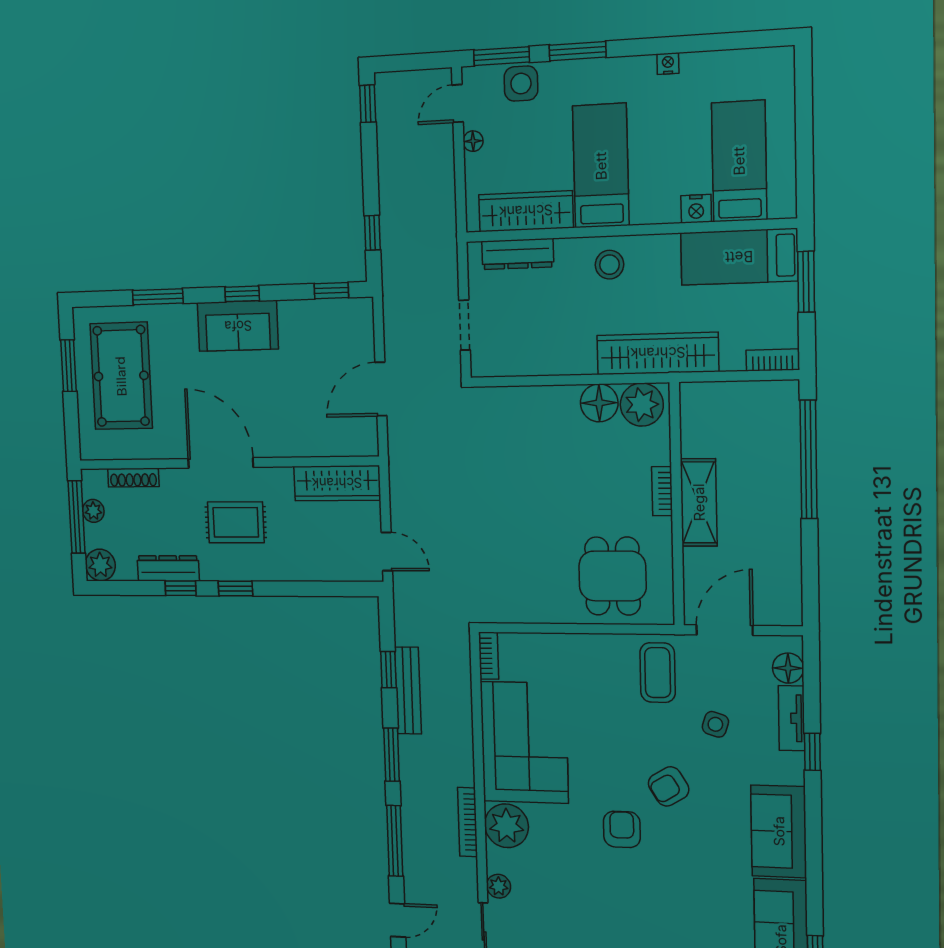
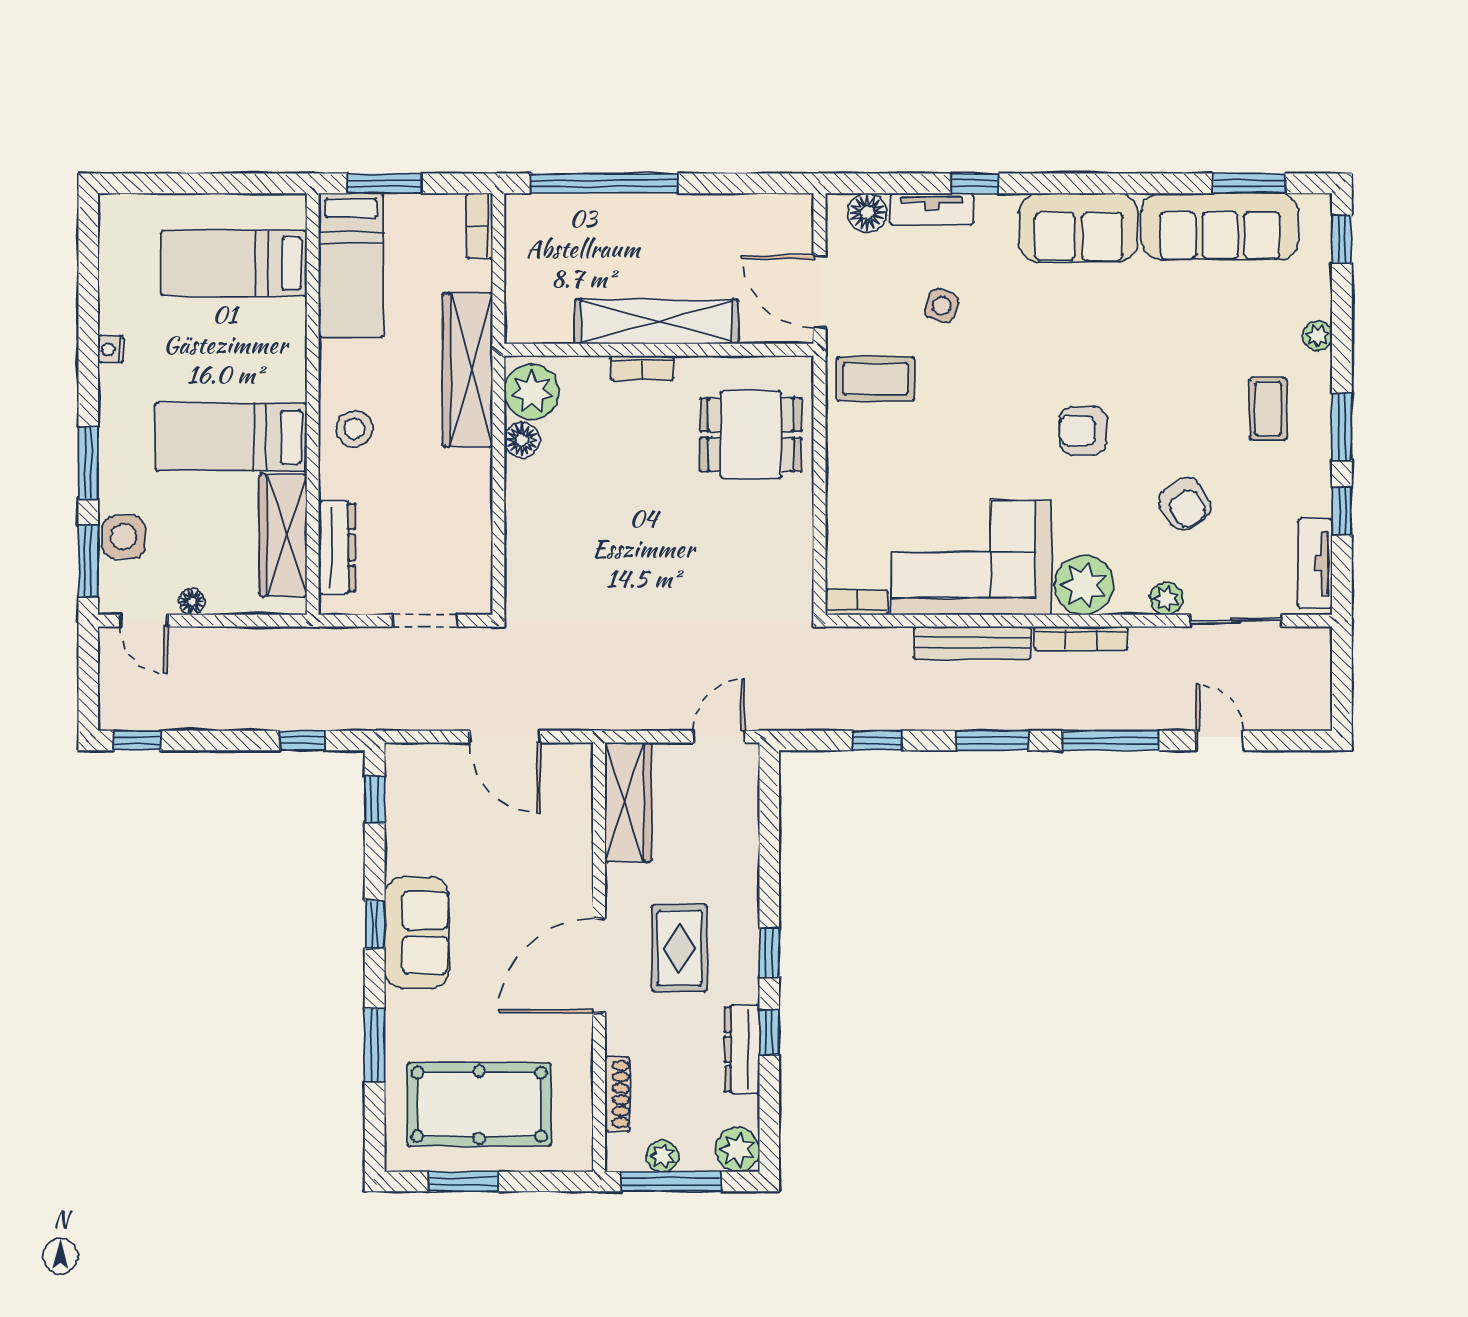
nightstand: (696, 209) -> (290, 318), removed
floor lamp: (599, 403) -> (522, 440), width x0.73, depth x0.73
shelving: (699, 502) -> (657, 322), width x1.47
bench: (408, 691) -> (972, 643), moved
armchair: (669, 786) -> (1185, 504), moved

